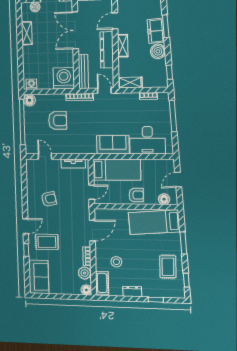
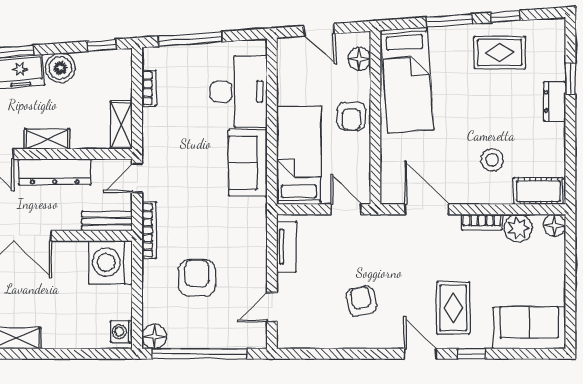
bench: (83, 72) -> (107, 221), width x0.73
armchair: (136, 195) -> (351, 116), turned 180
window: (186, 280) -> (505, 17), moved
dresser: (132, 292) -> (555, 102), moved

